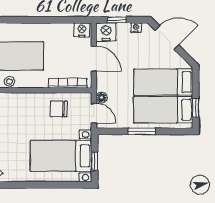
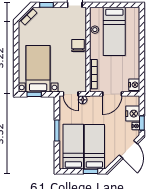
window: (117, 20) -> (142, 123), moved
nightstand: (106, 32) -> (133, 114), moved
window: (196, 108) -> (91, 171), moved
chair: (59, 109) -> (78, 46), moved
door: (94, 113) -> (71, 94), hinge flipped

